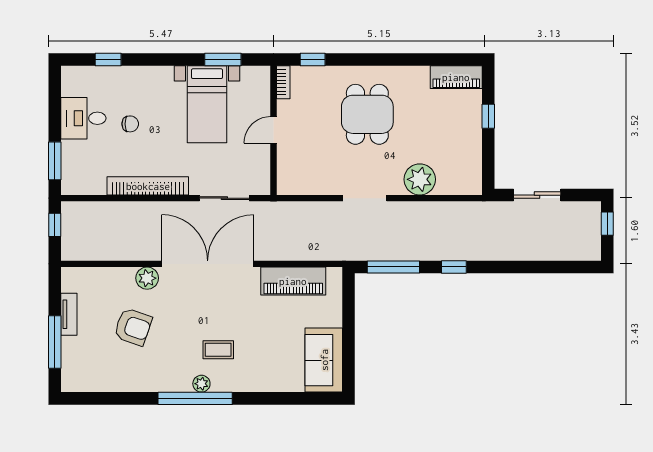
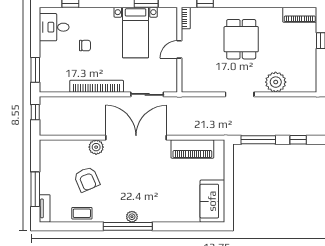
desk: (83, 118) -> (54, 27), moved
tv unit: (69, 314) -> (45, 208), moved
armchair: (133, 327) -> (87, 179), turned 48
coffee table: (218, 350) -> (82, 213), moved

